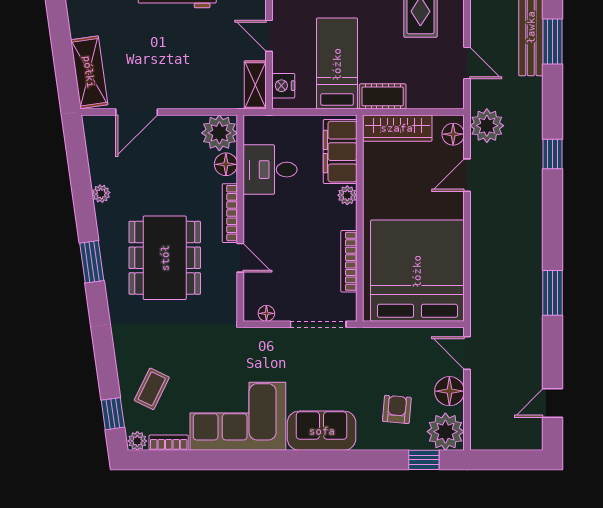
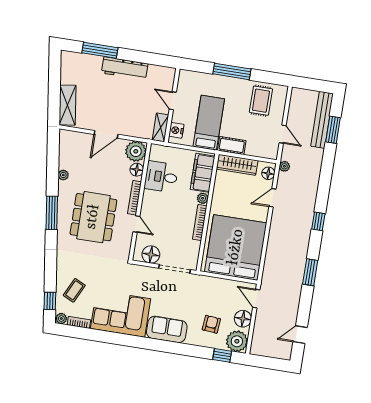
door: (137, 112) -> (106, 134), moved
plant: (487, 126) -> (284, 166), width x0.53, depth x0.53
window: (553, 154) -> (318, 221), moved
bookcase: (349, 261) -> (200, 222), moved
window: (92, 262) -> (52, 213), width x1.44
floor lamp: (266, 313) -> (151, 254), width x1.89, depth x1.89

